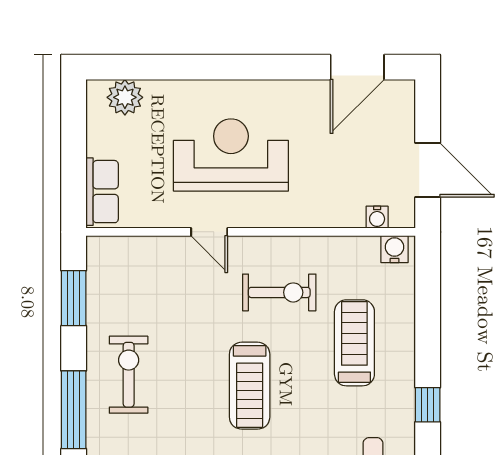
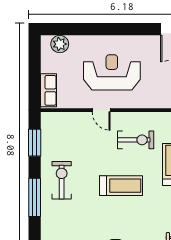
treadmill: (250, 386) -> (121, 186), turned -90

